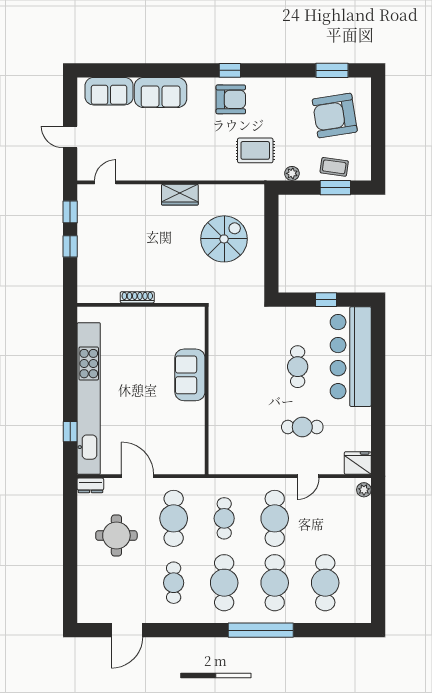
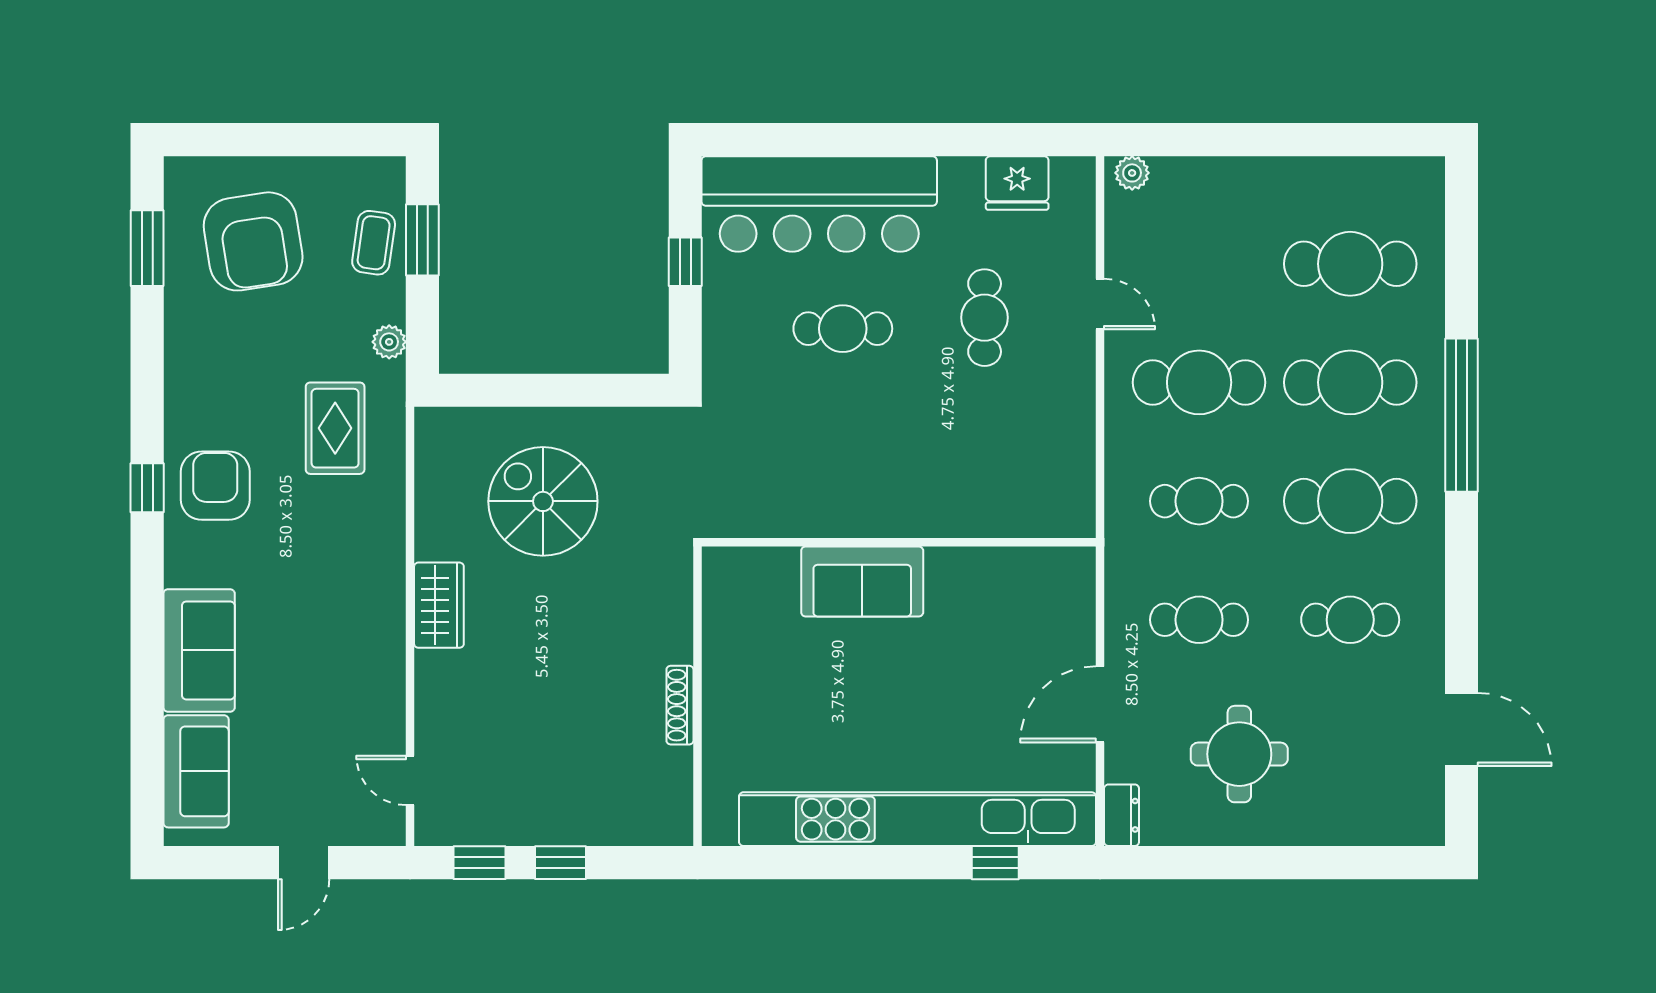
fridge: (358, 463) -> (1017, 183), moved, turned -90
cafe table: (174, 518) -> (1199, 620), width x0.73, depth x0.74

